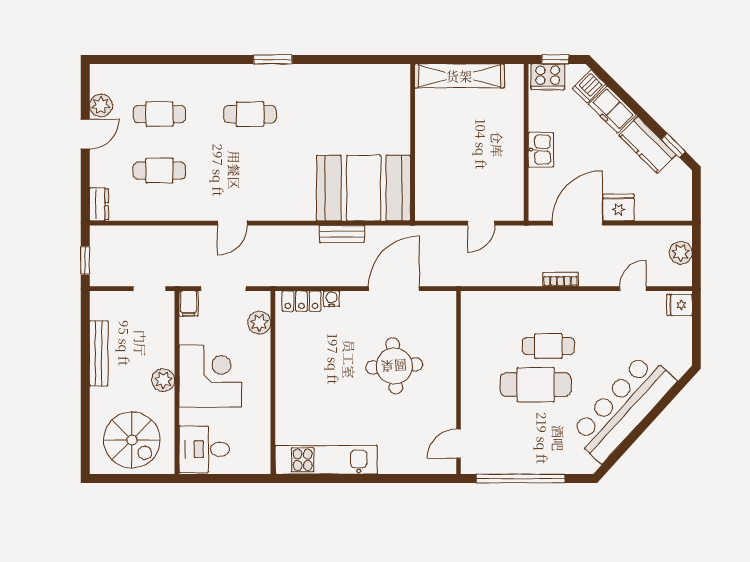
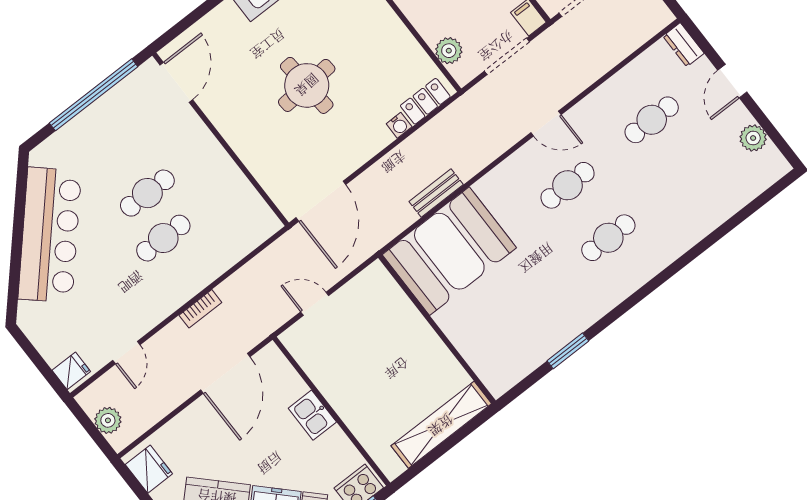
window: (273, 59) -> (568, 351), moved
cafe table: (159, 114) -> (568, 185), moved
door: (85, 134) -> (732, 81), moved
fridge: (619, 208) -> (149, 469), moved, turned -90
door: (232, 223) -> (546, 124), swing flipped
door: (481, 223) -> (315, 304), hinge flipped
door: (394, 289) -> (321, 201), moved
round table: (394, 366) -> (307, 85), moved
cafe table: (536, 385) -> (147, 193), width x0.73, depth x0.74
door: (458, 444) -> (176, 82), width x1.38

